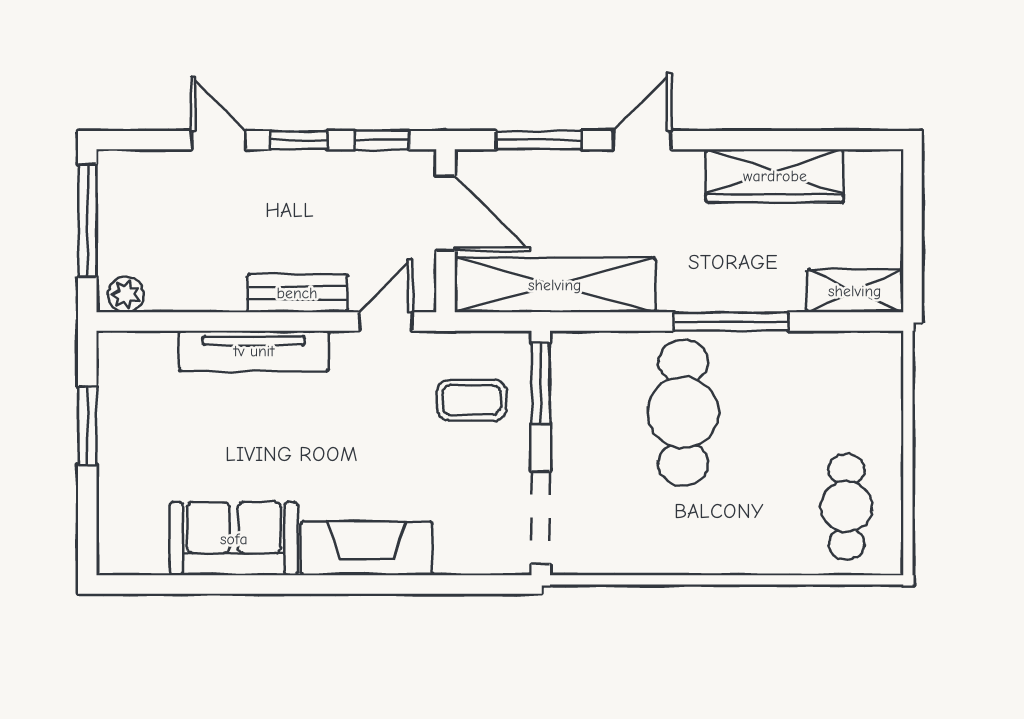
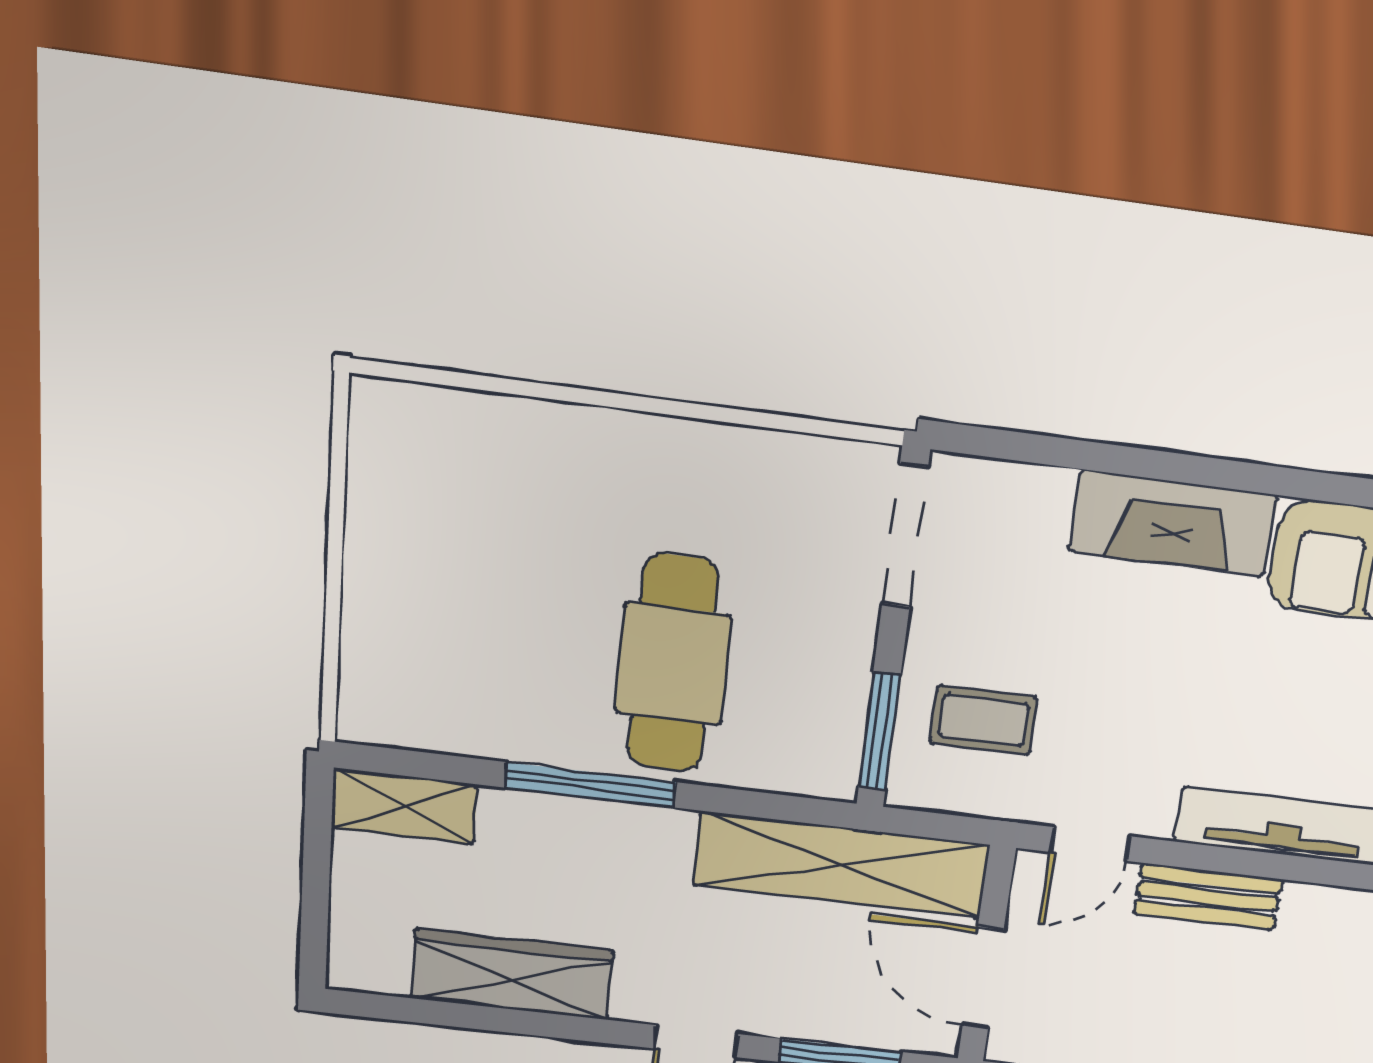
cafe table: (846, 507) -> (434, 492), removed

